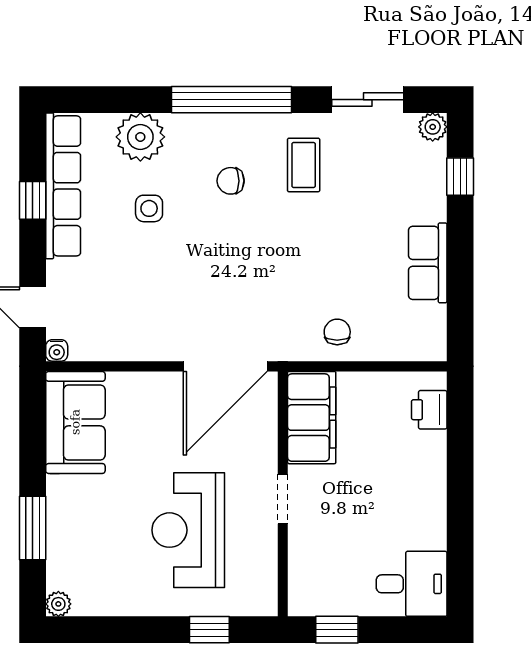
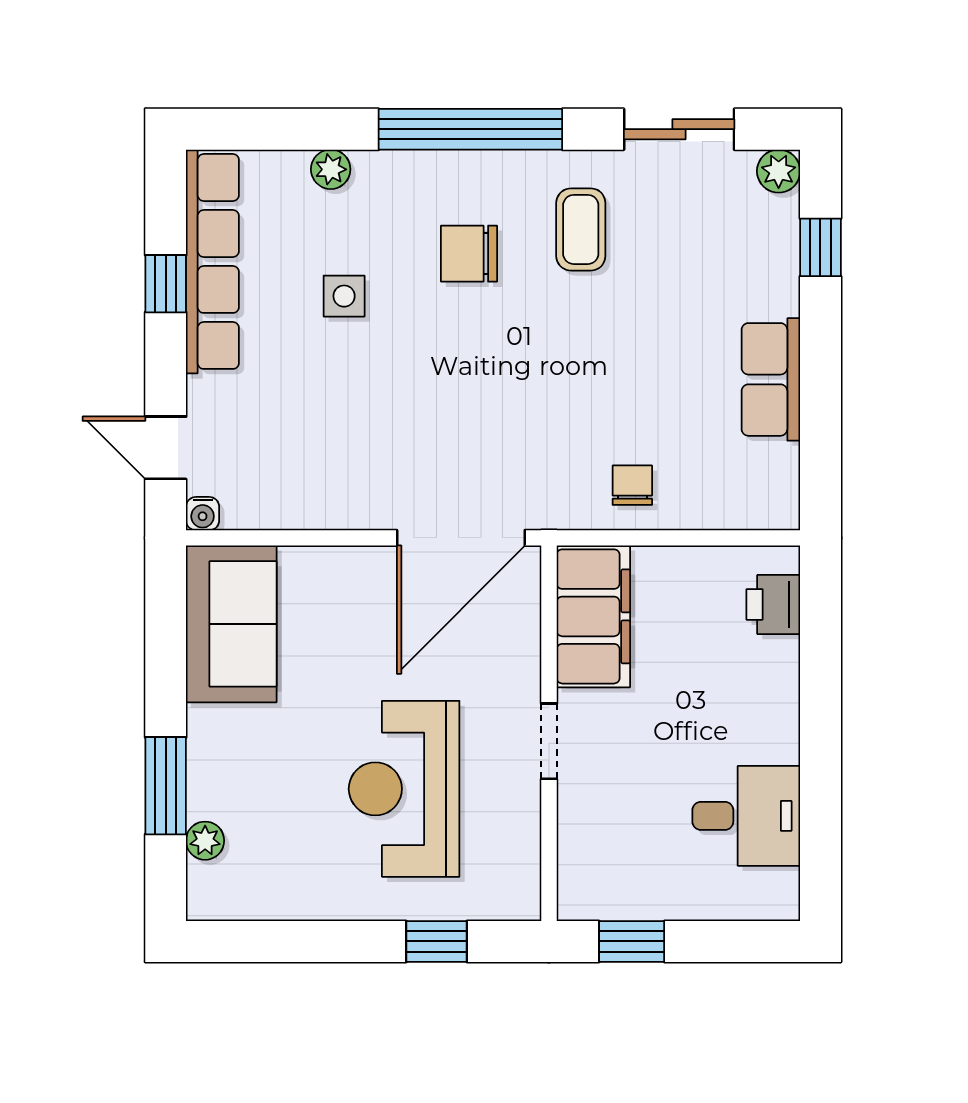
plant: (140, 137) -> (331, 169), width x0.53, depth x0.53
chair: (231, 181) -> (469, 254), width x1.37, depth x1.37
desk: (412, 584) -> (746, 816), moved
plant: (58, 604) -> (205, 841), moved

